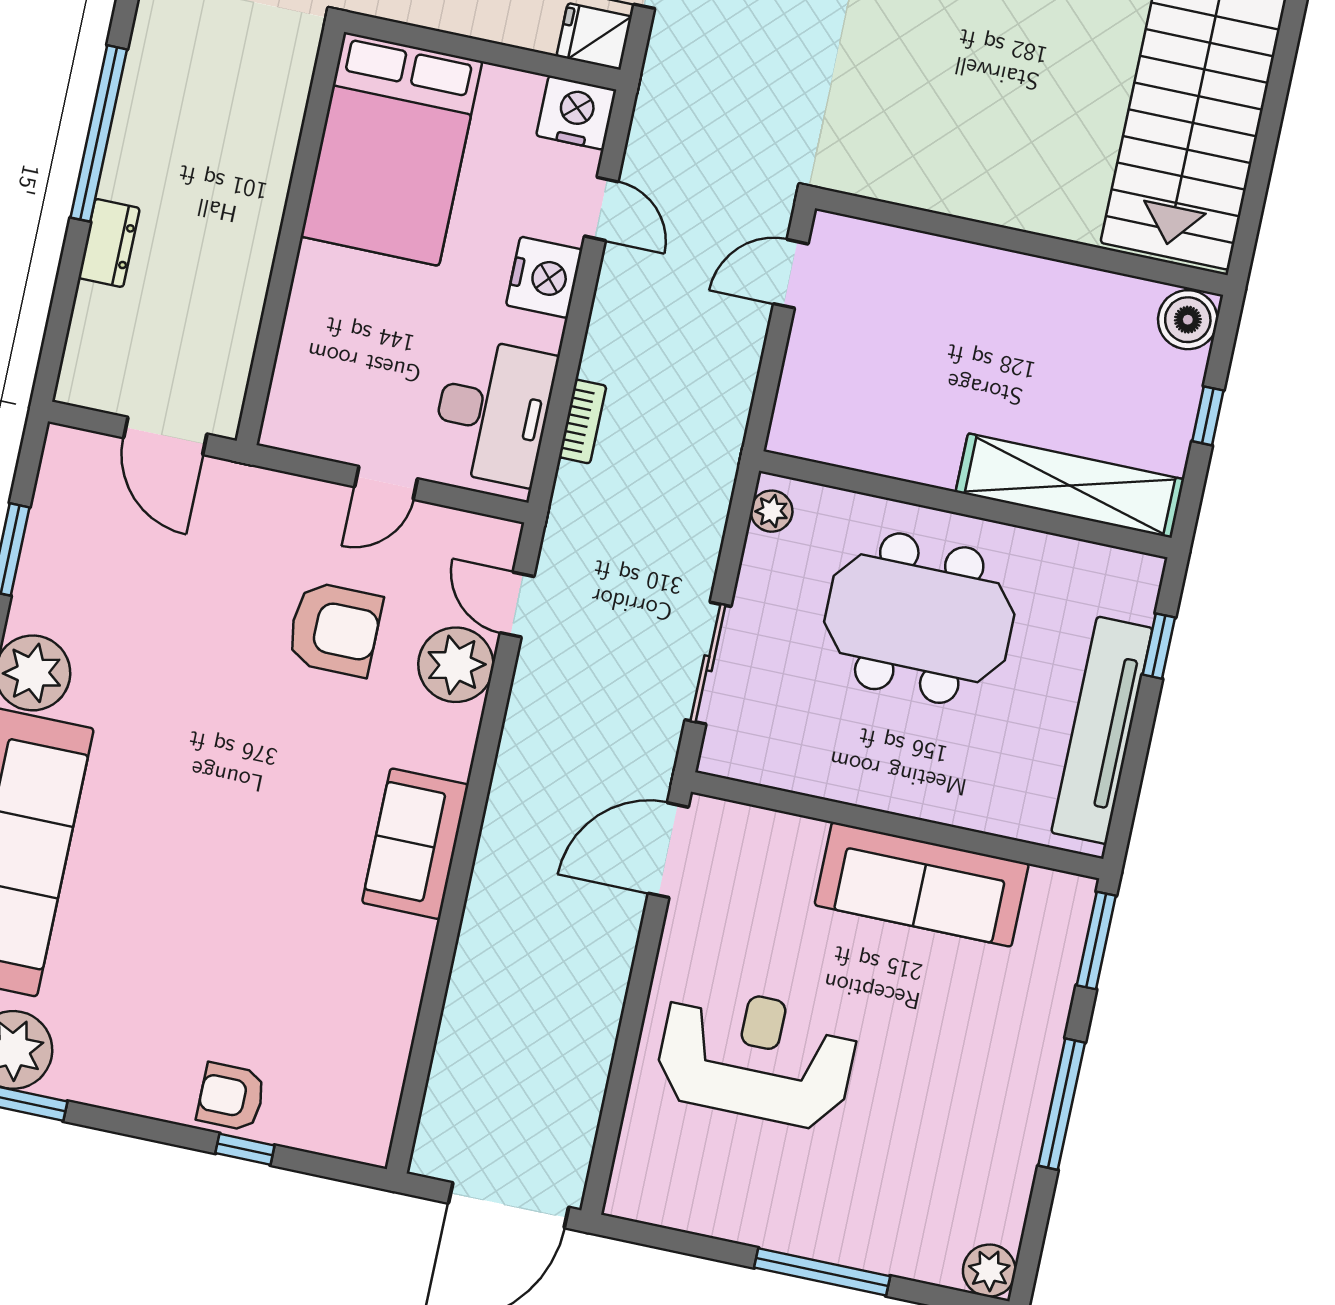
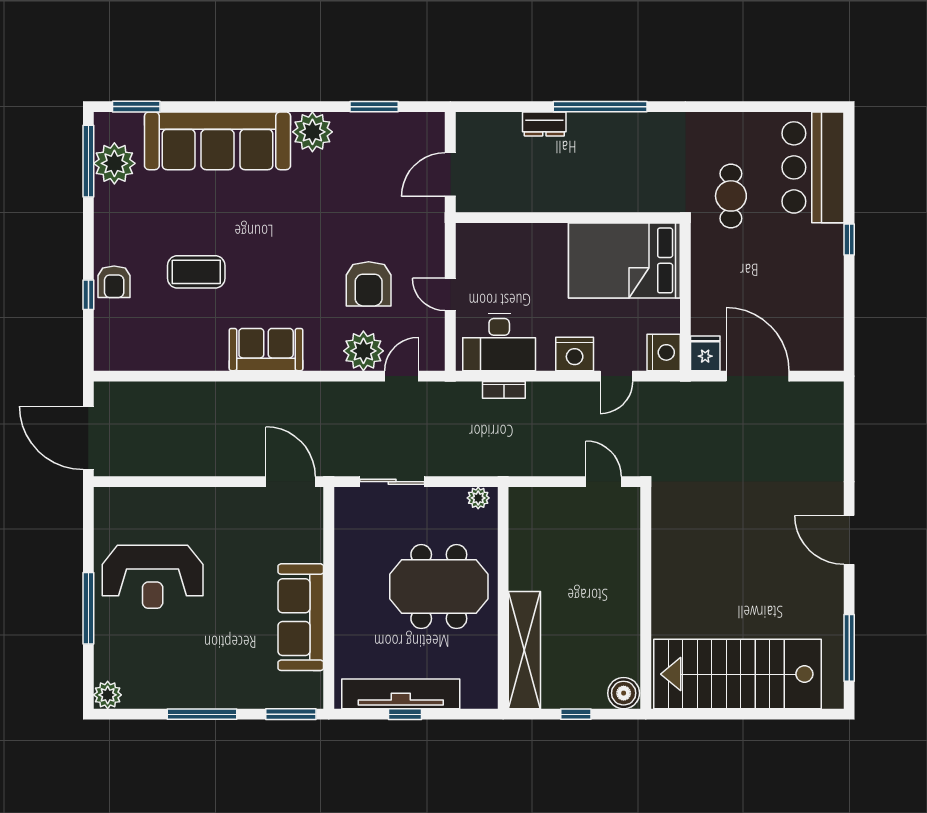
meeting table: (919, 618) -> (439, 587), turned 90
window: (1159, 646) -> (405, 714), moved
coffee table: (245, 942) -> (196, 272), added
reception desk: (756, 1056) -> (153, 577), moved, turned 90
armchair: (231, 1097) -> (114, 282), turned 180

